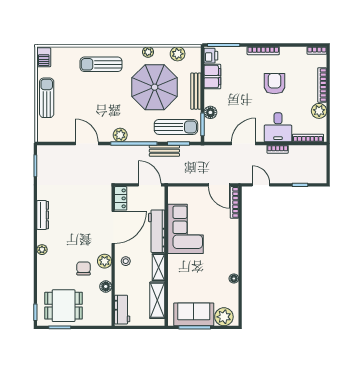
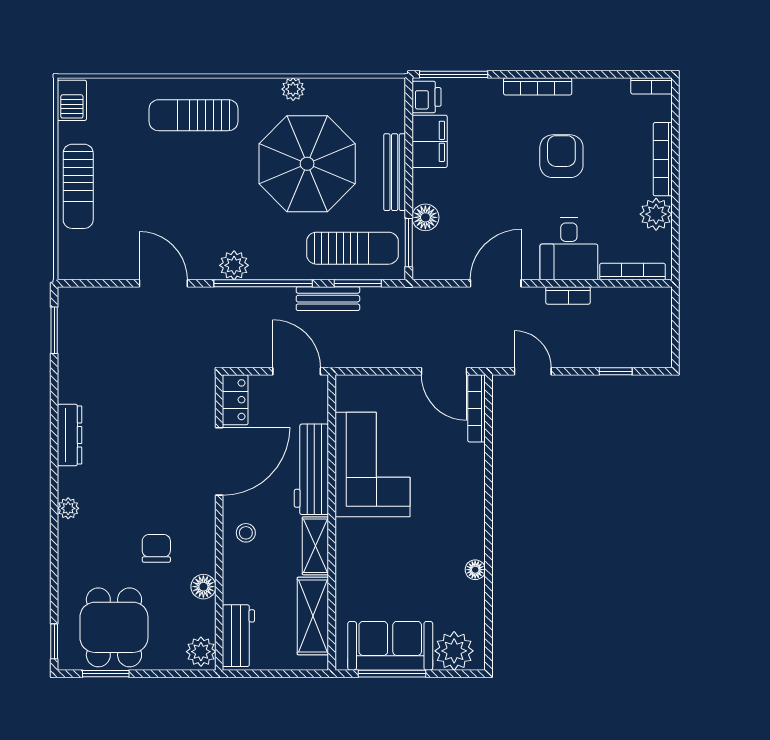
plant: (178, 54) -> (356, 93), removed
sun lounger: (47, 98) -> (78, 186), turned 180
plant: (105, 261) -> (201, 652), moved
dining table: (64, 306) -> (114, 627), turned 90

